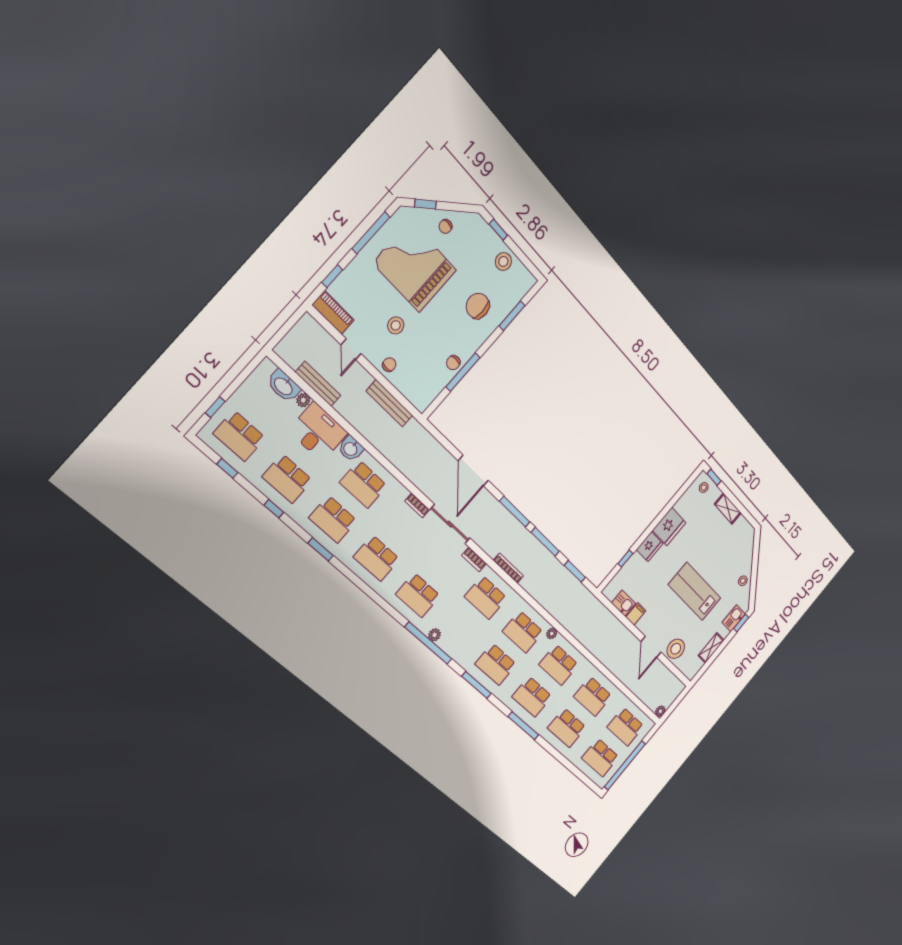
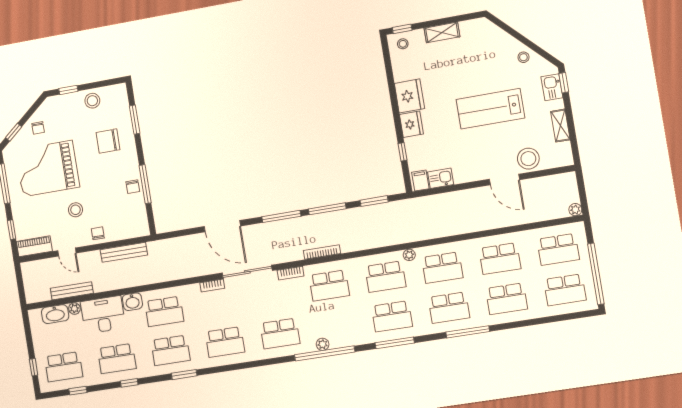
filing cabinet: (636, 614) -> (420, 180), moved

